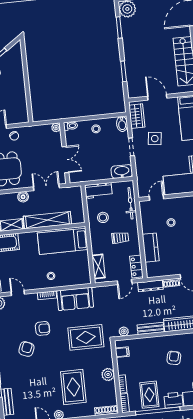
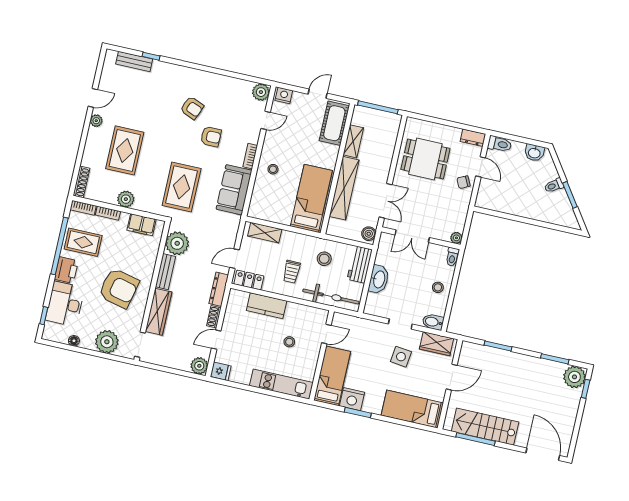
washbasin: (122, 171) -> (379, 279), moved
boiler: (23, 197) -> (369, 234), moved
door: (156, 198) -> (326, 334), hinge flipped
bicycle: (130, 203) -> (331, 297), width x1.37, depth x1.40
door: (125, 282) -> (234, 259), hinge flipped
armchair: (43, 328) -> (211, 137), turned -90
plant: (124, 331) -> (177, 243), width x1.87, depth x1.87
filing cabinet: (122, 352) -> (142, 225), width x2.00
armchair: (174, 358) -> (119, 288), width x1.88, depth x1.88
rug: (73, 387) -> (125, 150), turned 90

